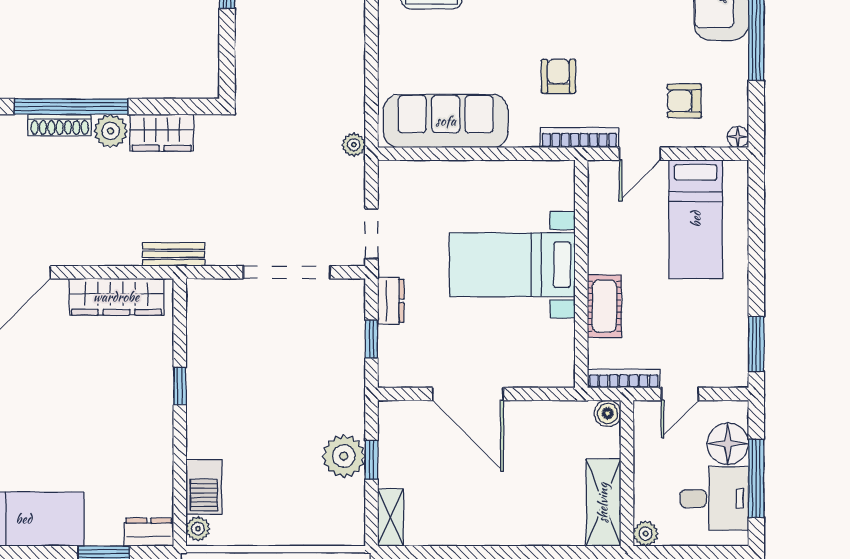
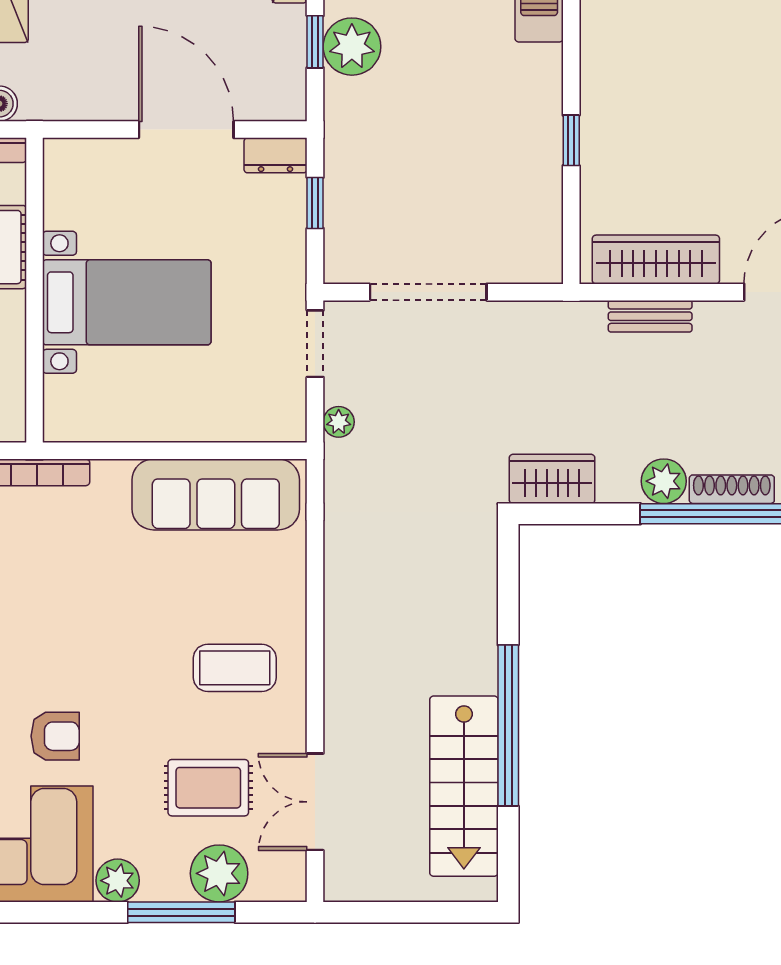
armchair: (558, 76) -> (65, 554), removed
wardrobe: (162, 133) -> (552, 479), moved
plant: (354, 145) -> (339, 422), moved
bench: (173, 254) -> (650, 316), moved
dresser: (391, 301) -> (276, 155), moved, turned -90

